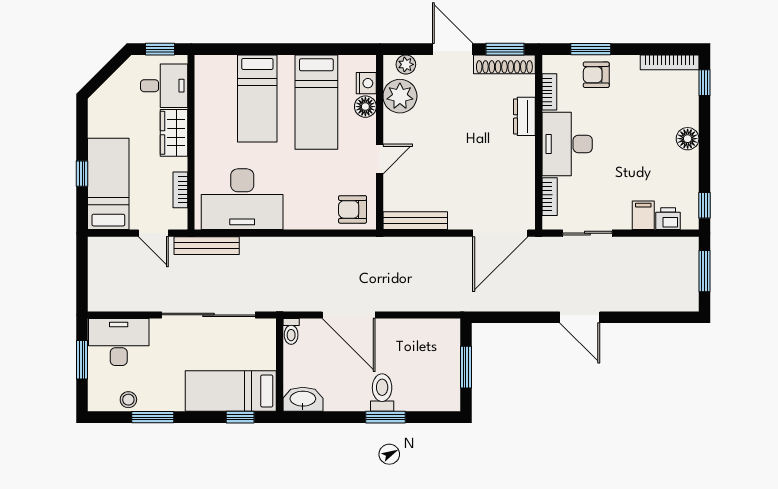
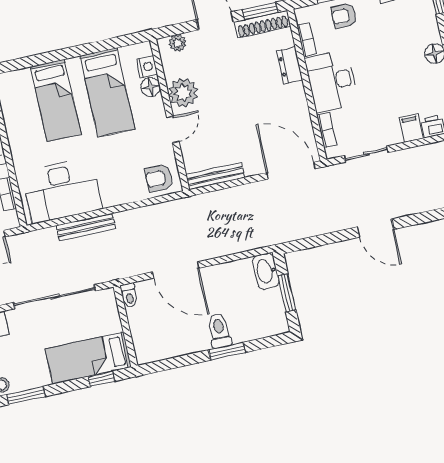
plant: (400, 96) -> (183, 93), moved
door: (500, 233) -> (291, 171), swing flipped
bench: (207, 246) -> (86, 227), moved
washbasin: (303, 399) -> (266, 271), moved, turned -90

